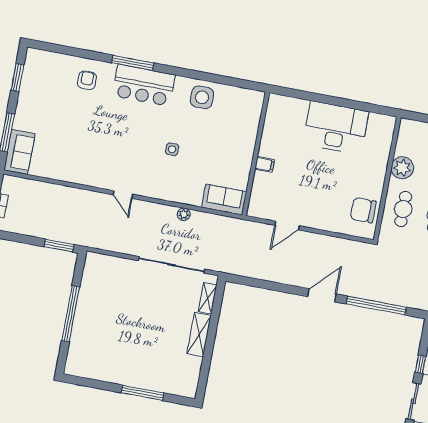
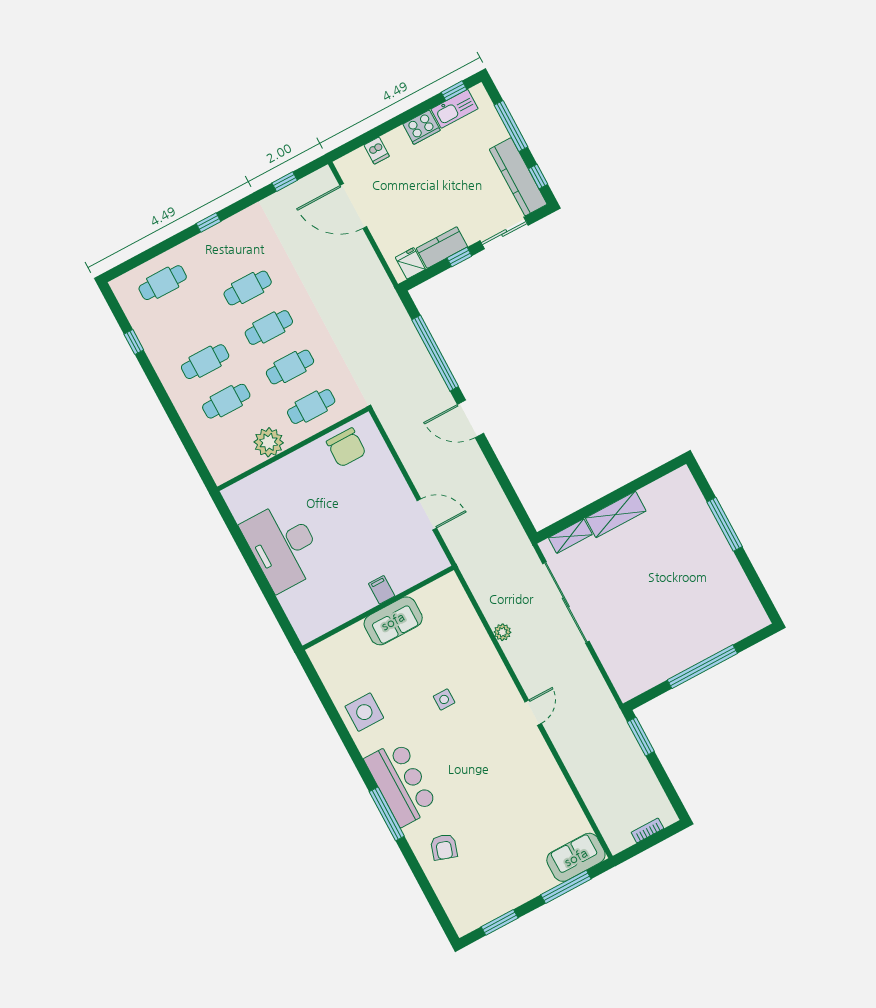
armchair: (87, 80) -> (444, 847), turned -72
sofa: (224, 200) -> (393, 621), moved, turned -90

